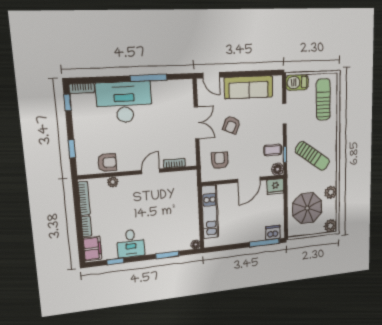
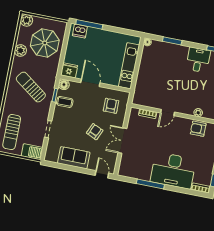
sofa: (249, 87) -> (74, 158), width x0.73
armchair: (220, 160) -> (111, 106), turned 180
door: (249, 180) -> (90, 83), hinge flipped

